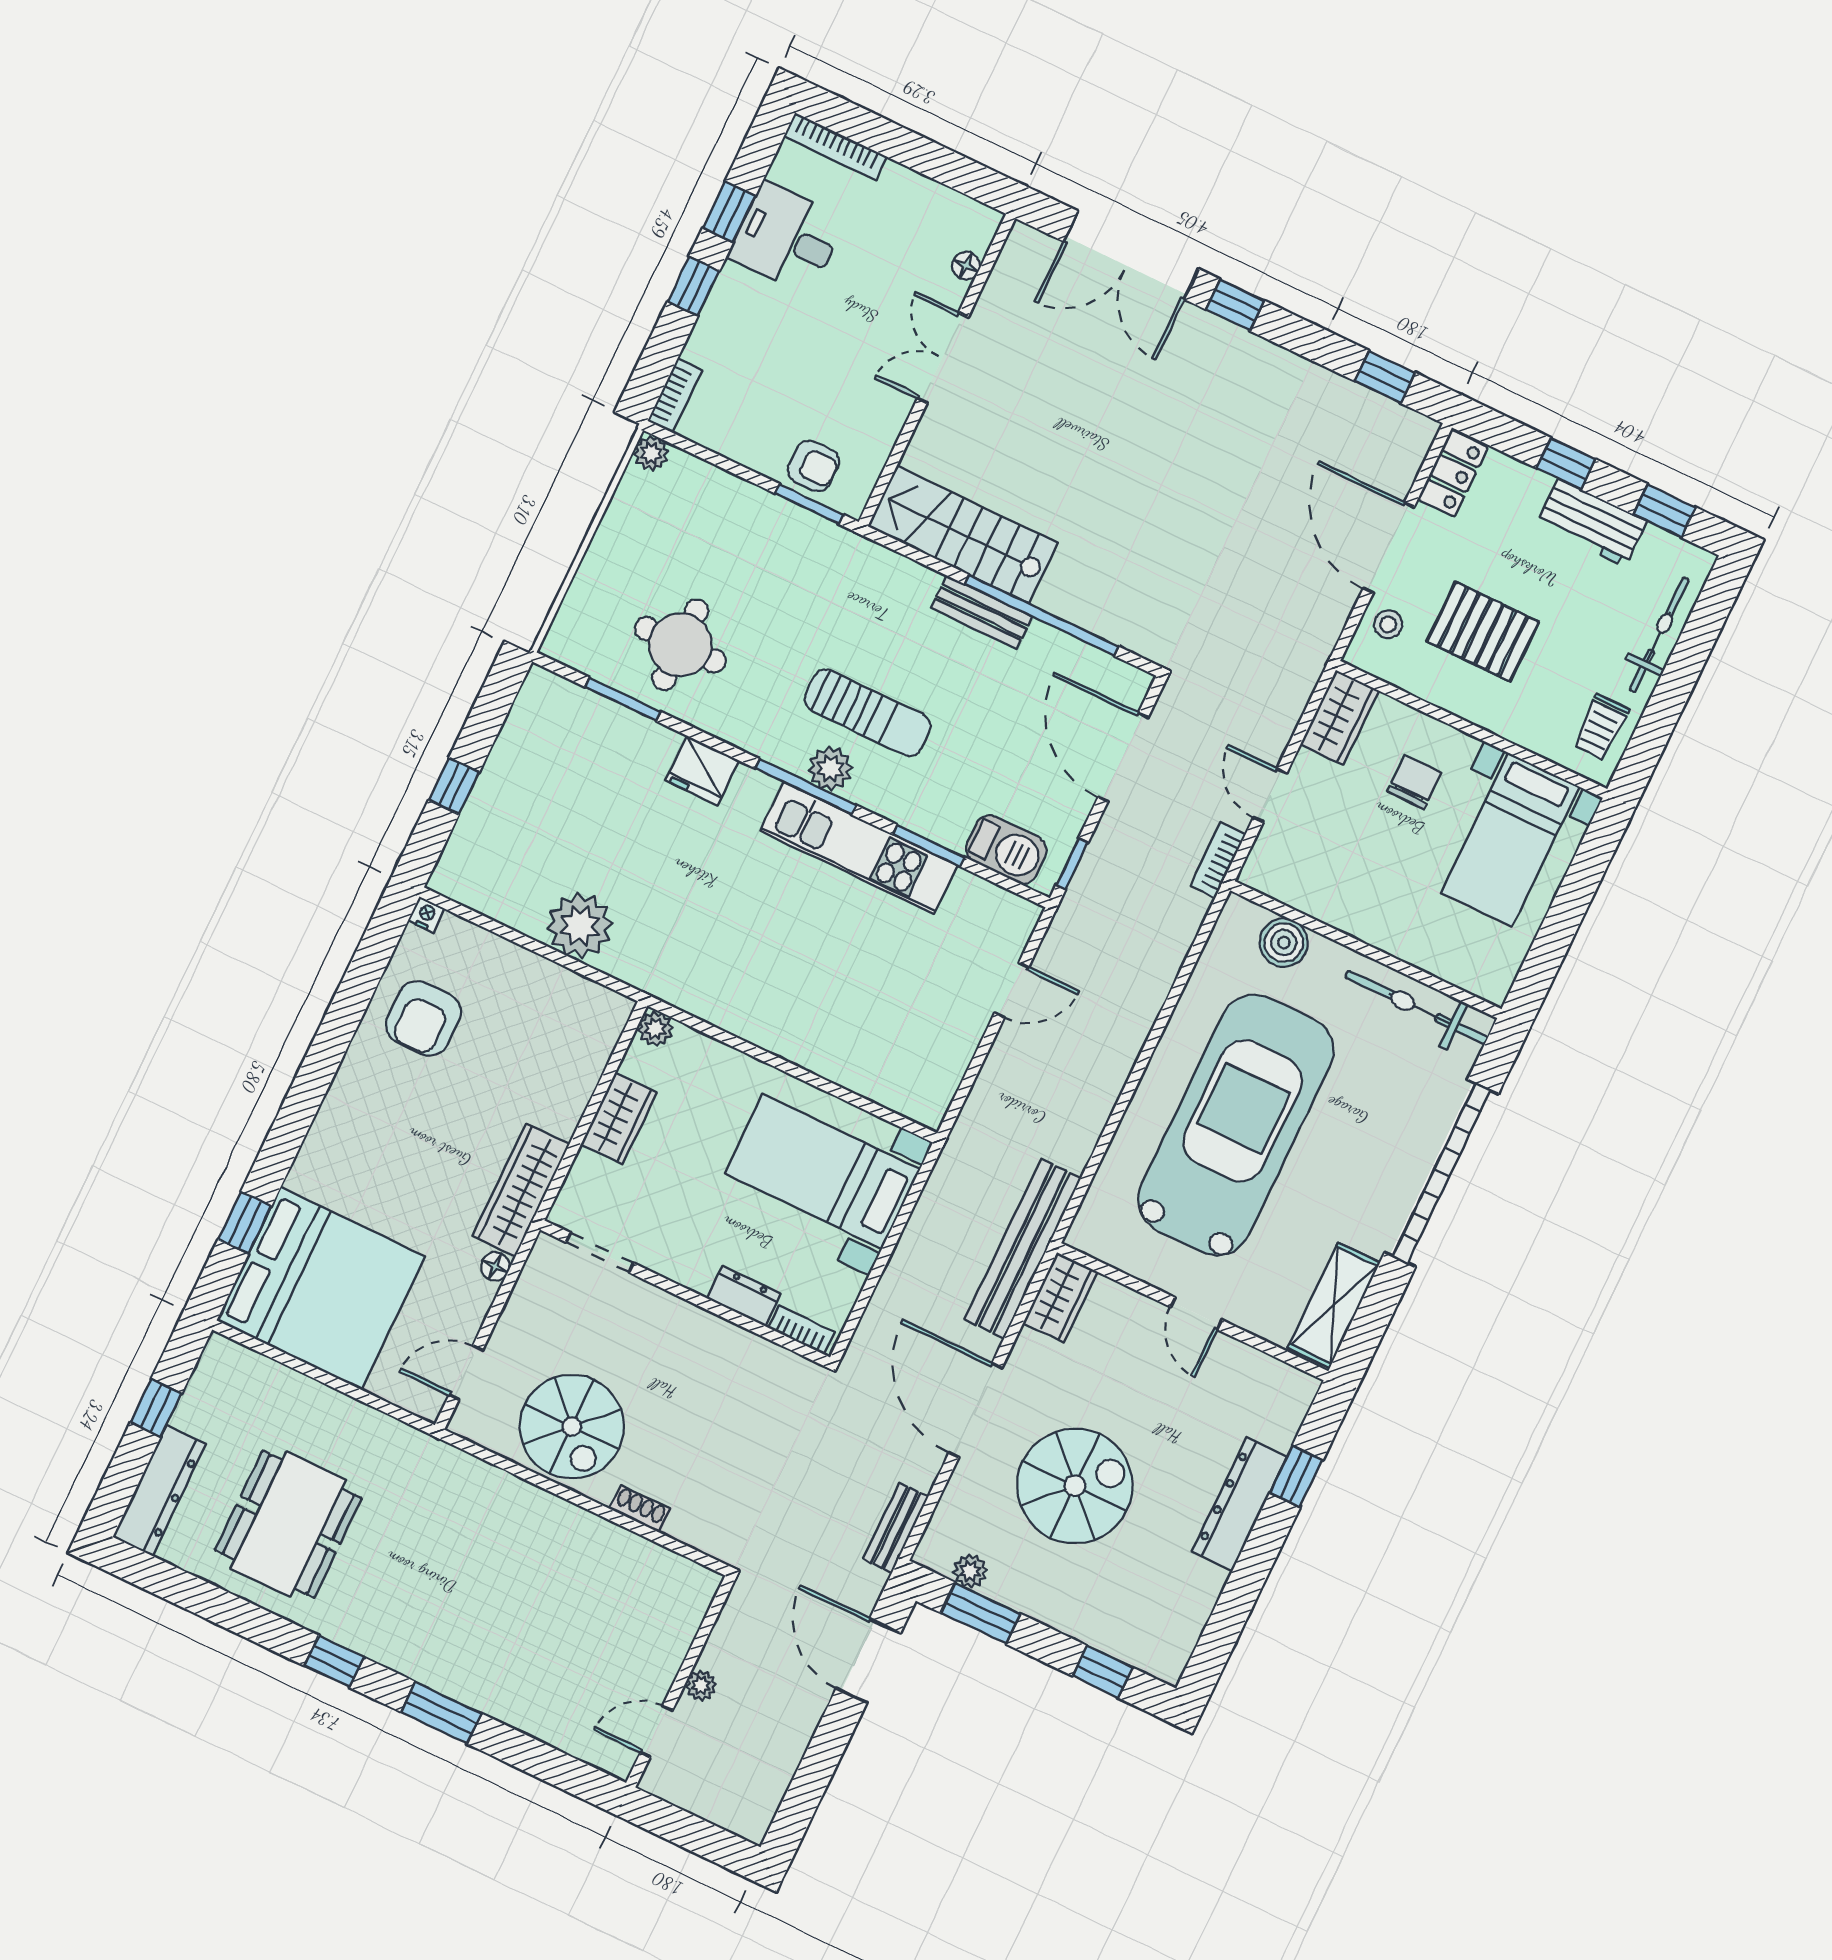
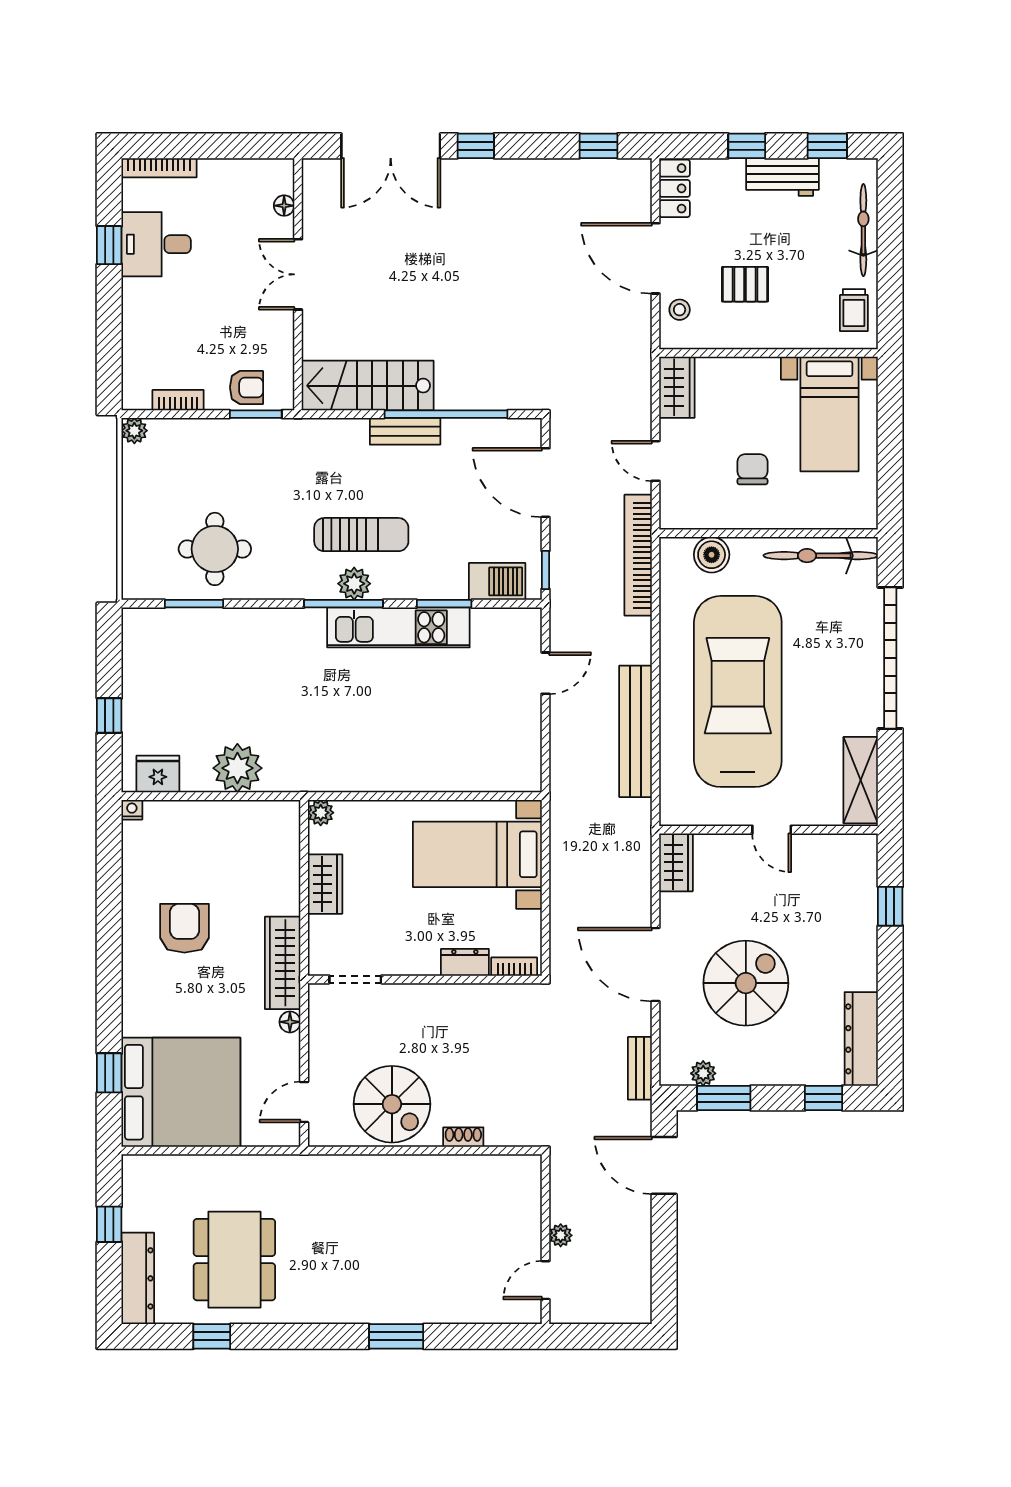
window: (694, 286) -> (109, 306), removed
bookcase: (675, 396) -> (178, 400), moved, turned -90
pallet: (1483, 632) -> (745, 284), width x0.67, depth x0.71
fridge: (702, 770) -> (158, 774), moved, turned 180
chair: (1414, 782) -> (752, 469), moved
bookcase: (1218, 860) -> (638, 555), width x2.31, depth x1.31
armchair: (423, 1018) -> (184, 928), moved, turned 180
bench: (1023, 1249) -> (636, 731), moved
dresser: (1240, 1504) -> (861, 1039), moved
window: (334, 1661) -> (212, 1336), moved

